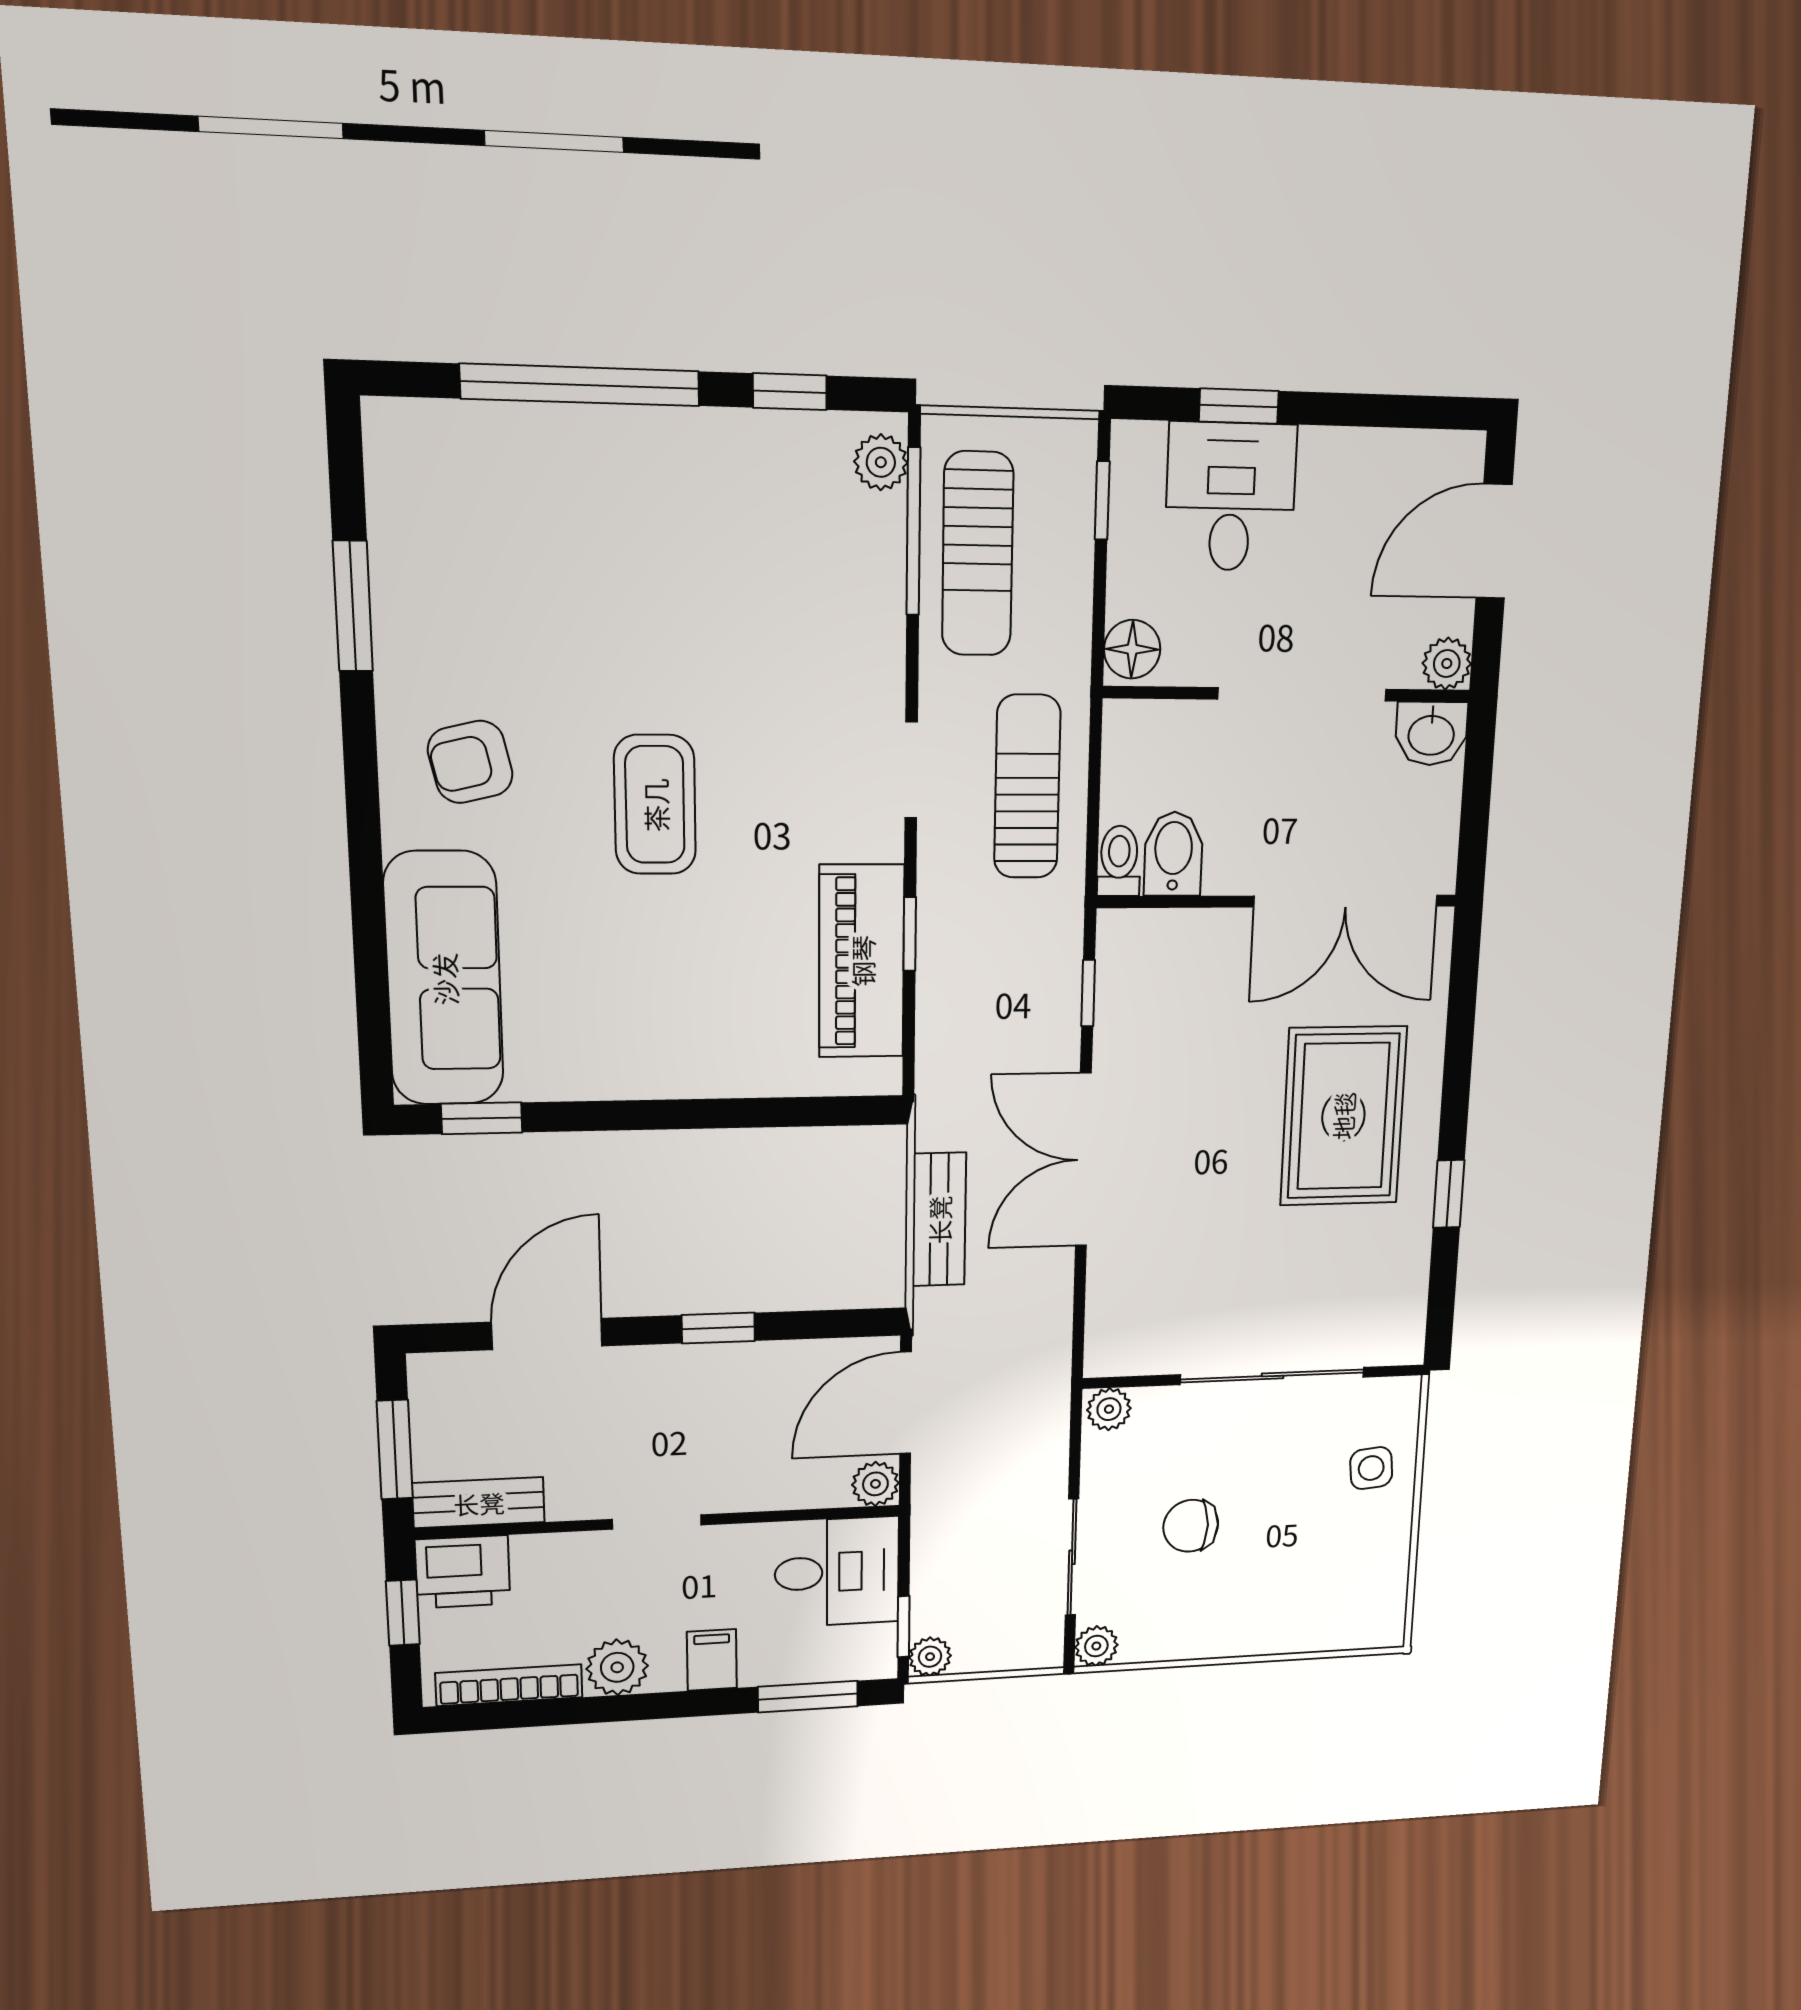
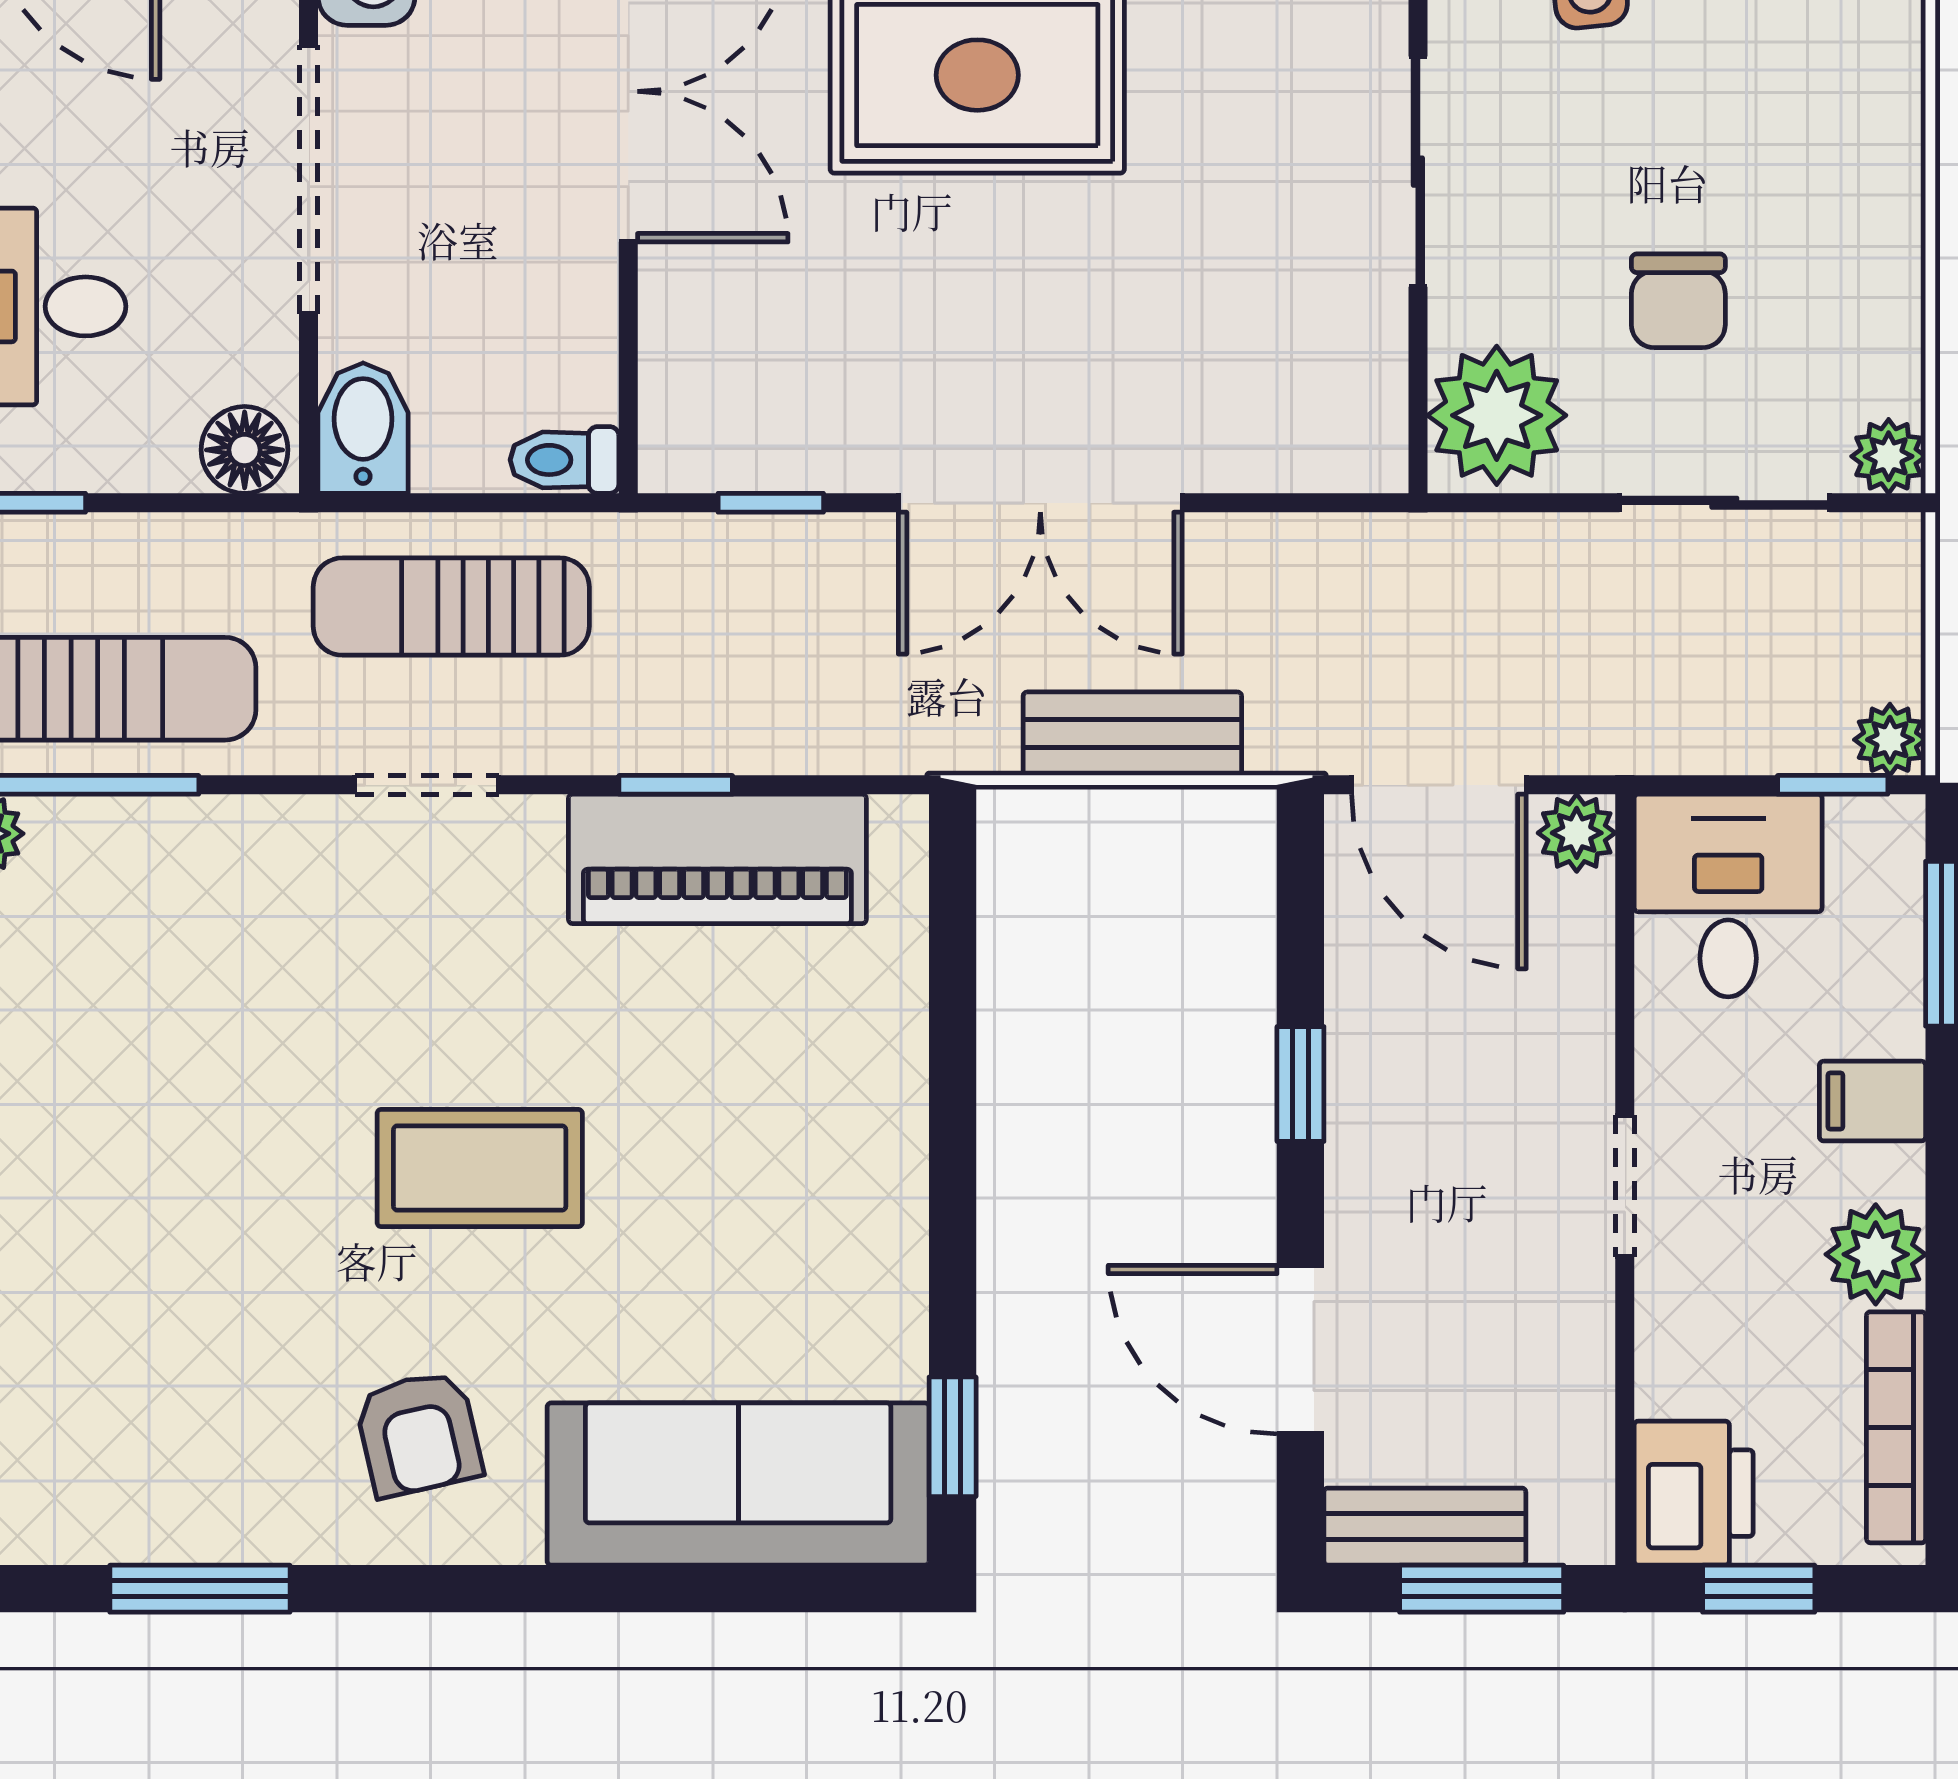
bidet: (1173, 854) -> (363, 428), moved, turned 90
sliding door: (1273, 1376) -> (1418, 172), width x0.73
plant: (1109, 1409) -> (1497, 415), width x1.87, depth x1.87
bench: (479, 1503) -> (1425, 1527), moved, turned 90

